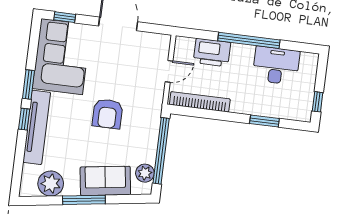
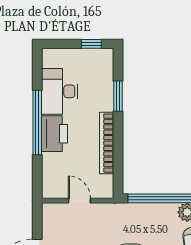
printer: (212, 53) -> (54, 134), moved
bookcase: (200, 102) -> (107, 143), moved

